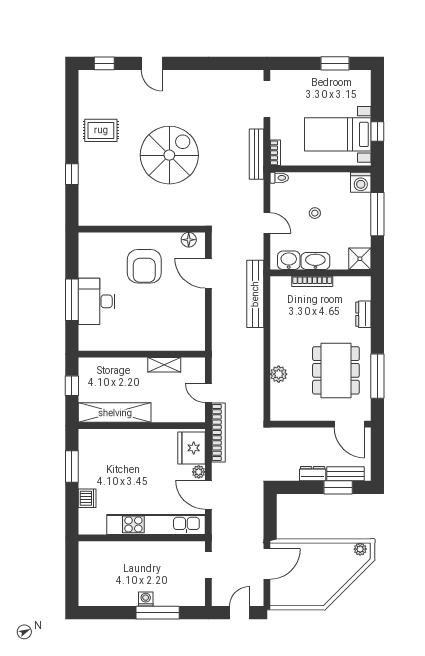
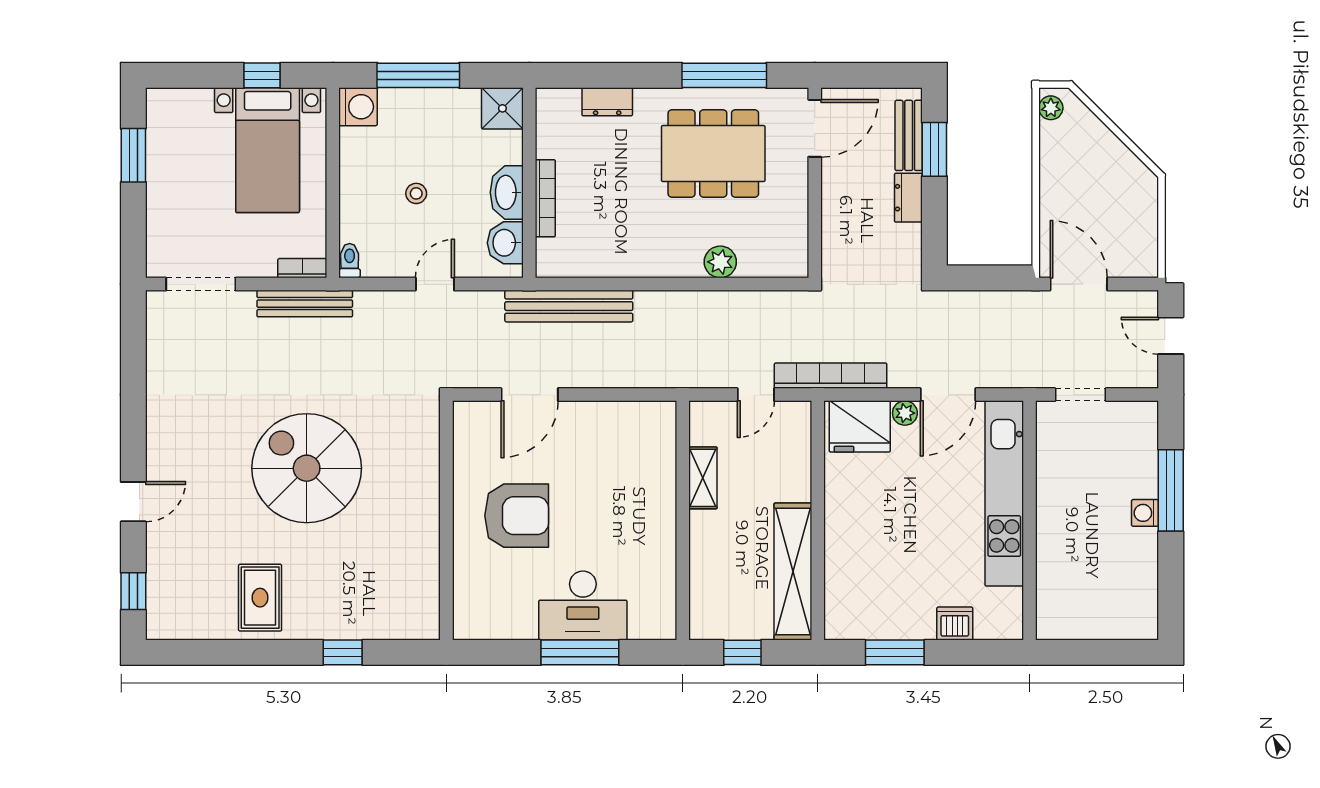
floor lamp: (189, 240) -> (467, 432), removed

